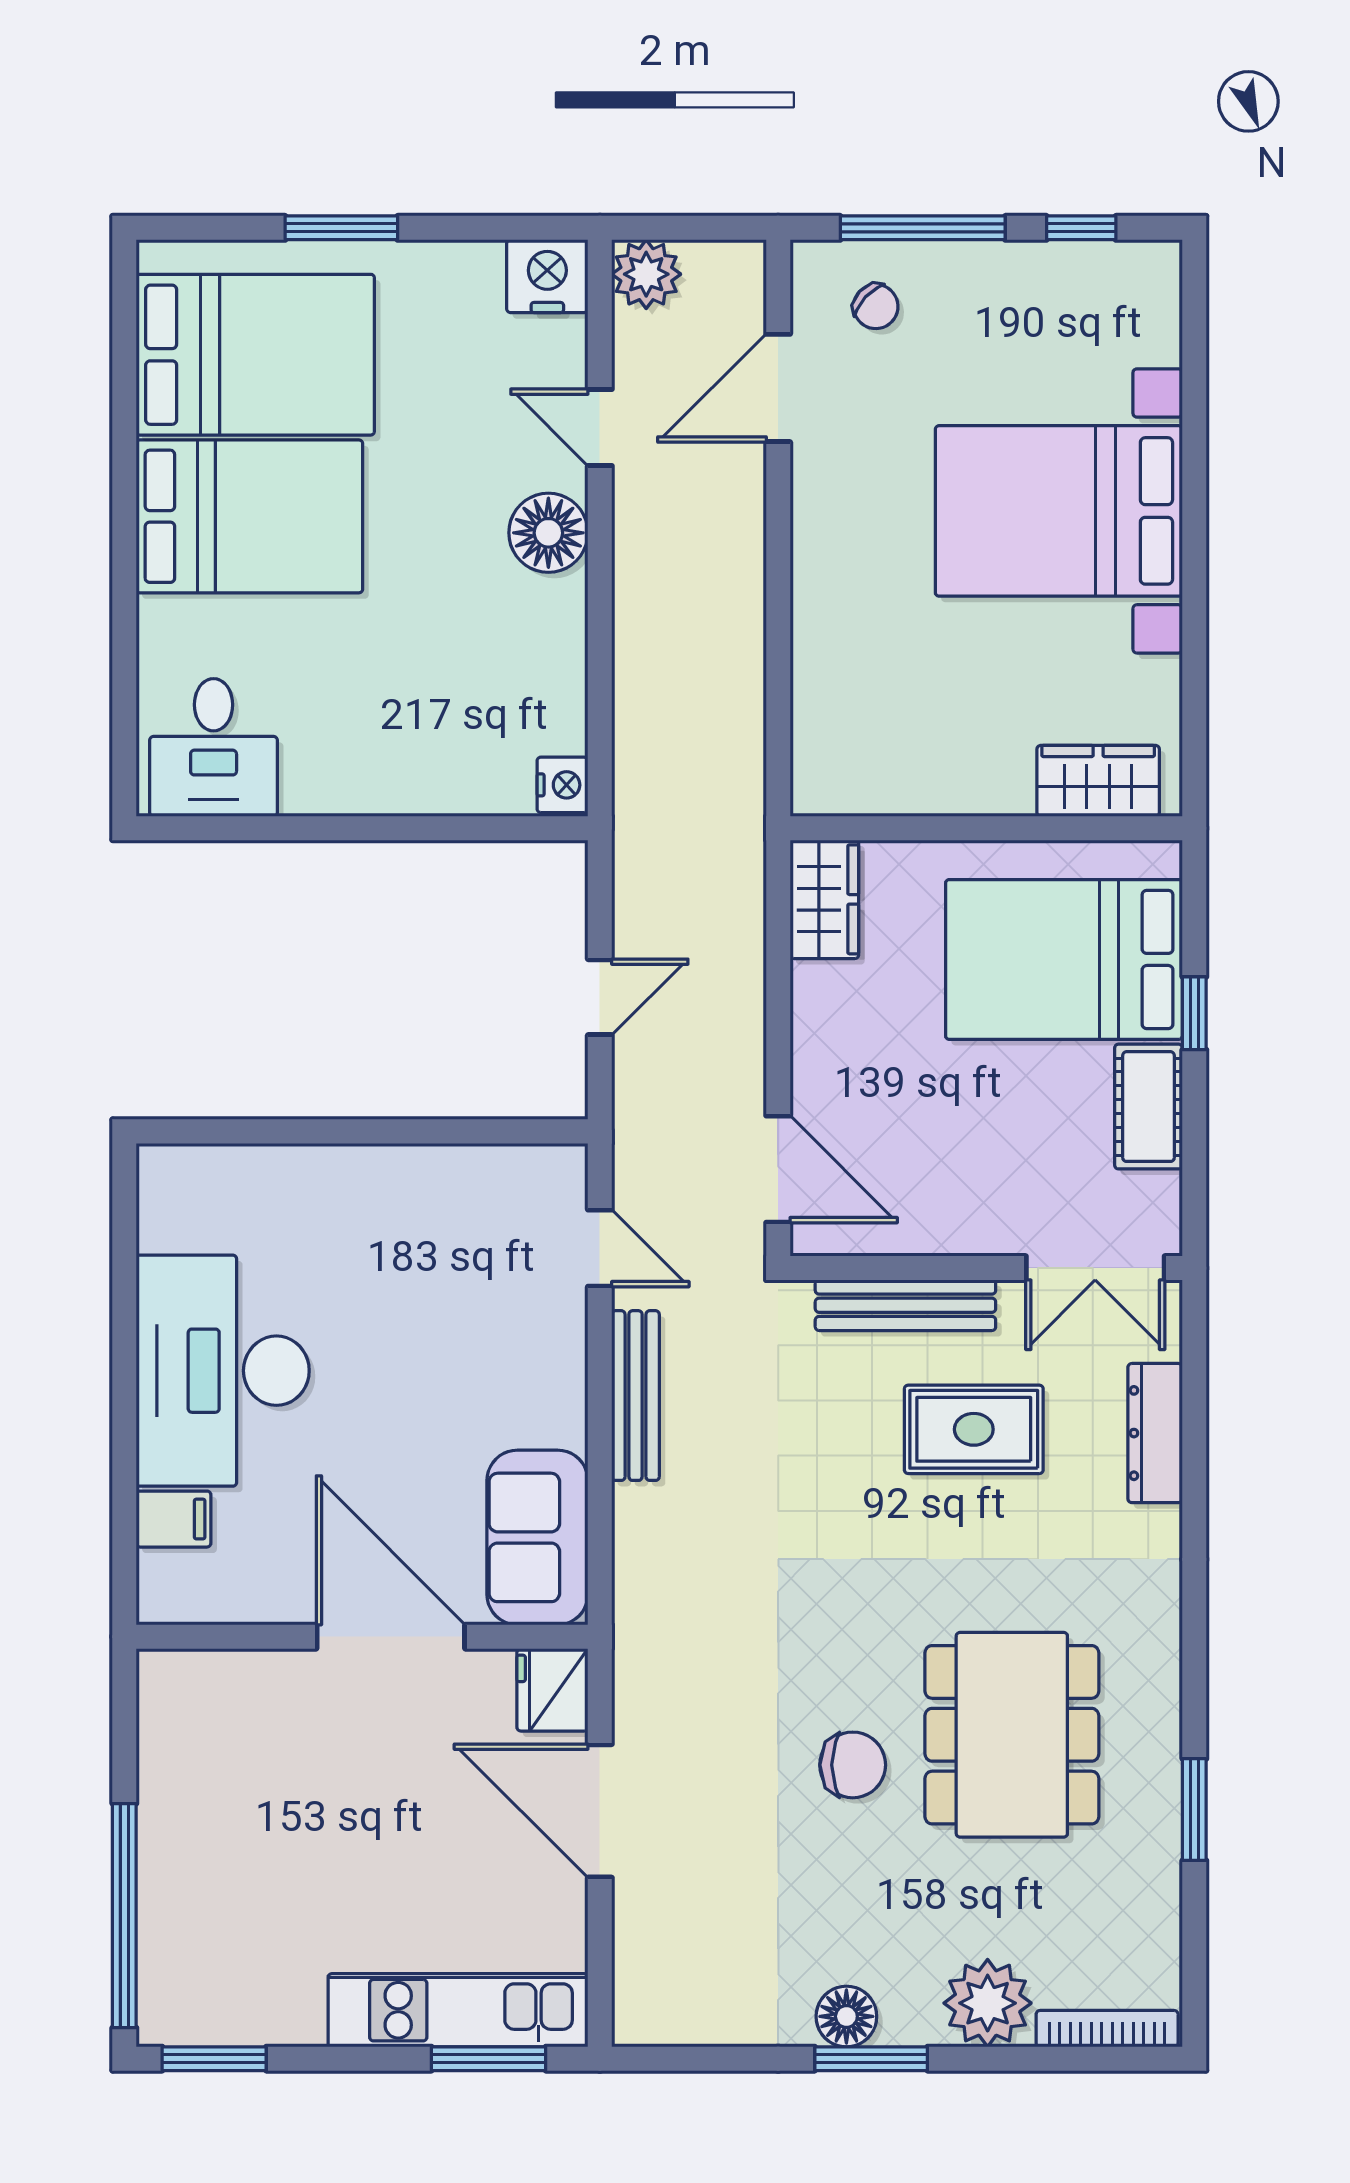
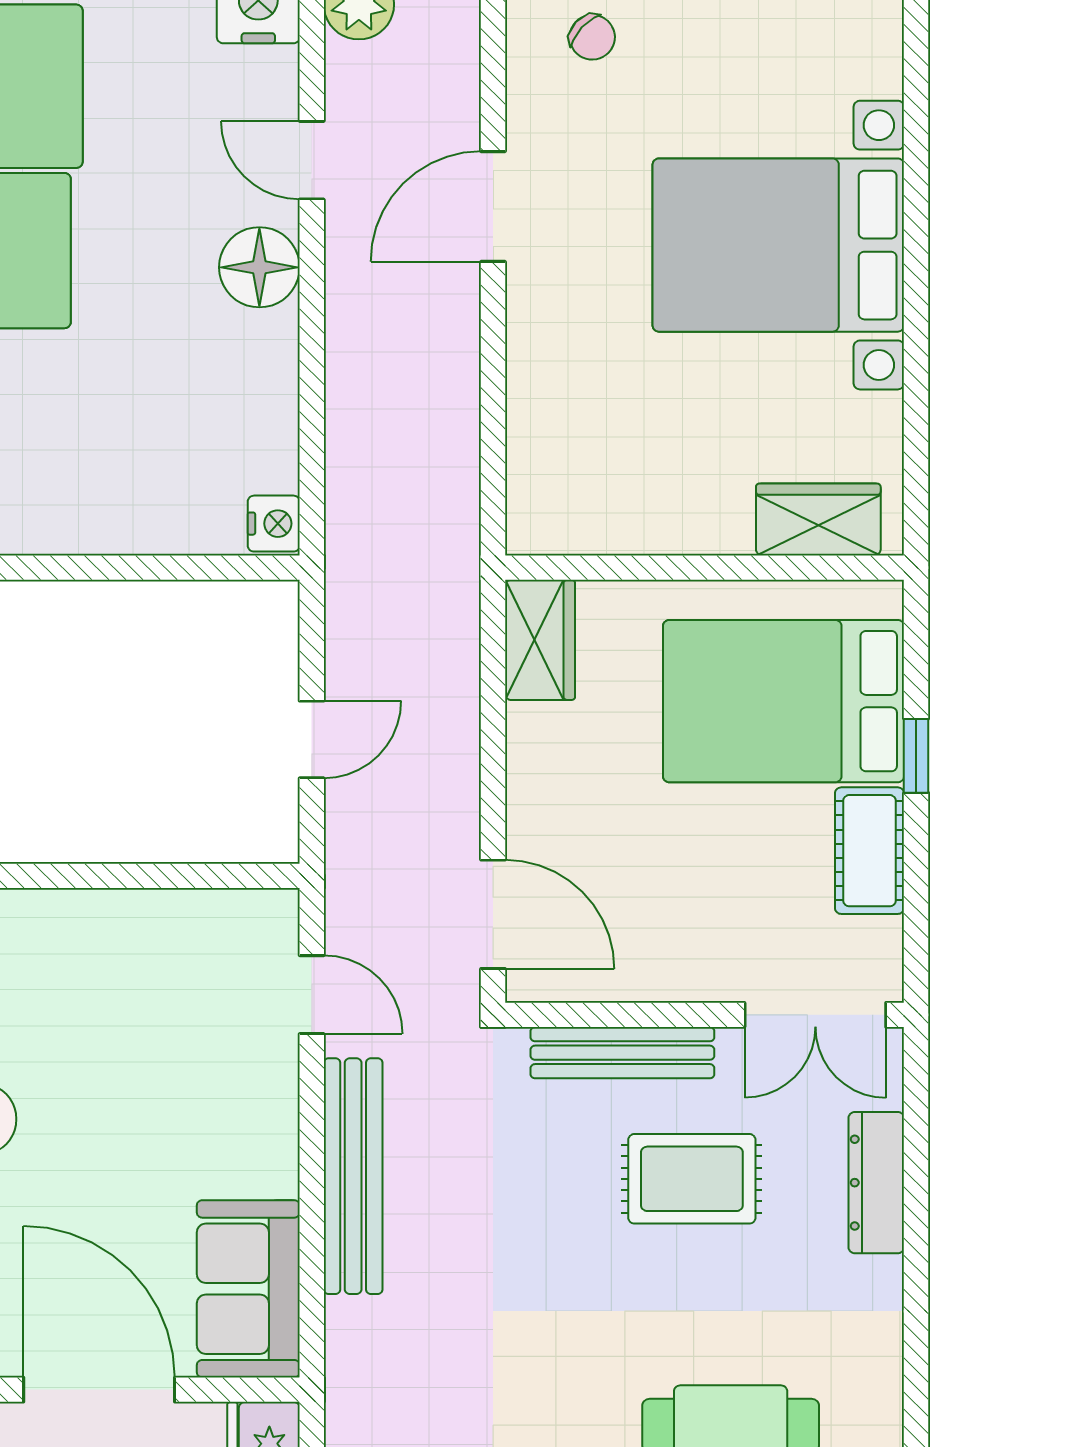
door: (778, 388) -> (493, 207), moved
bench: (636, 1396) -> (353, 1176), width x1.37, depth x1.21

